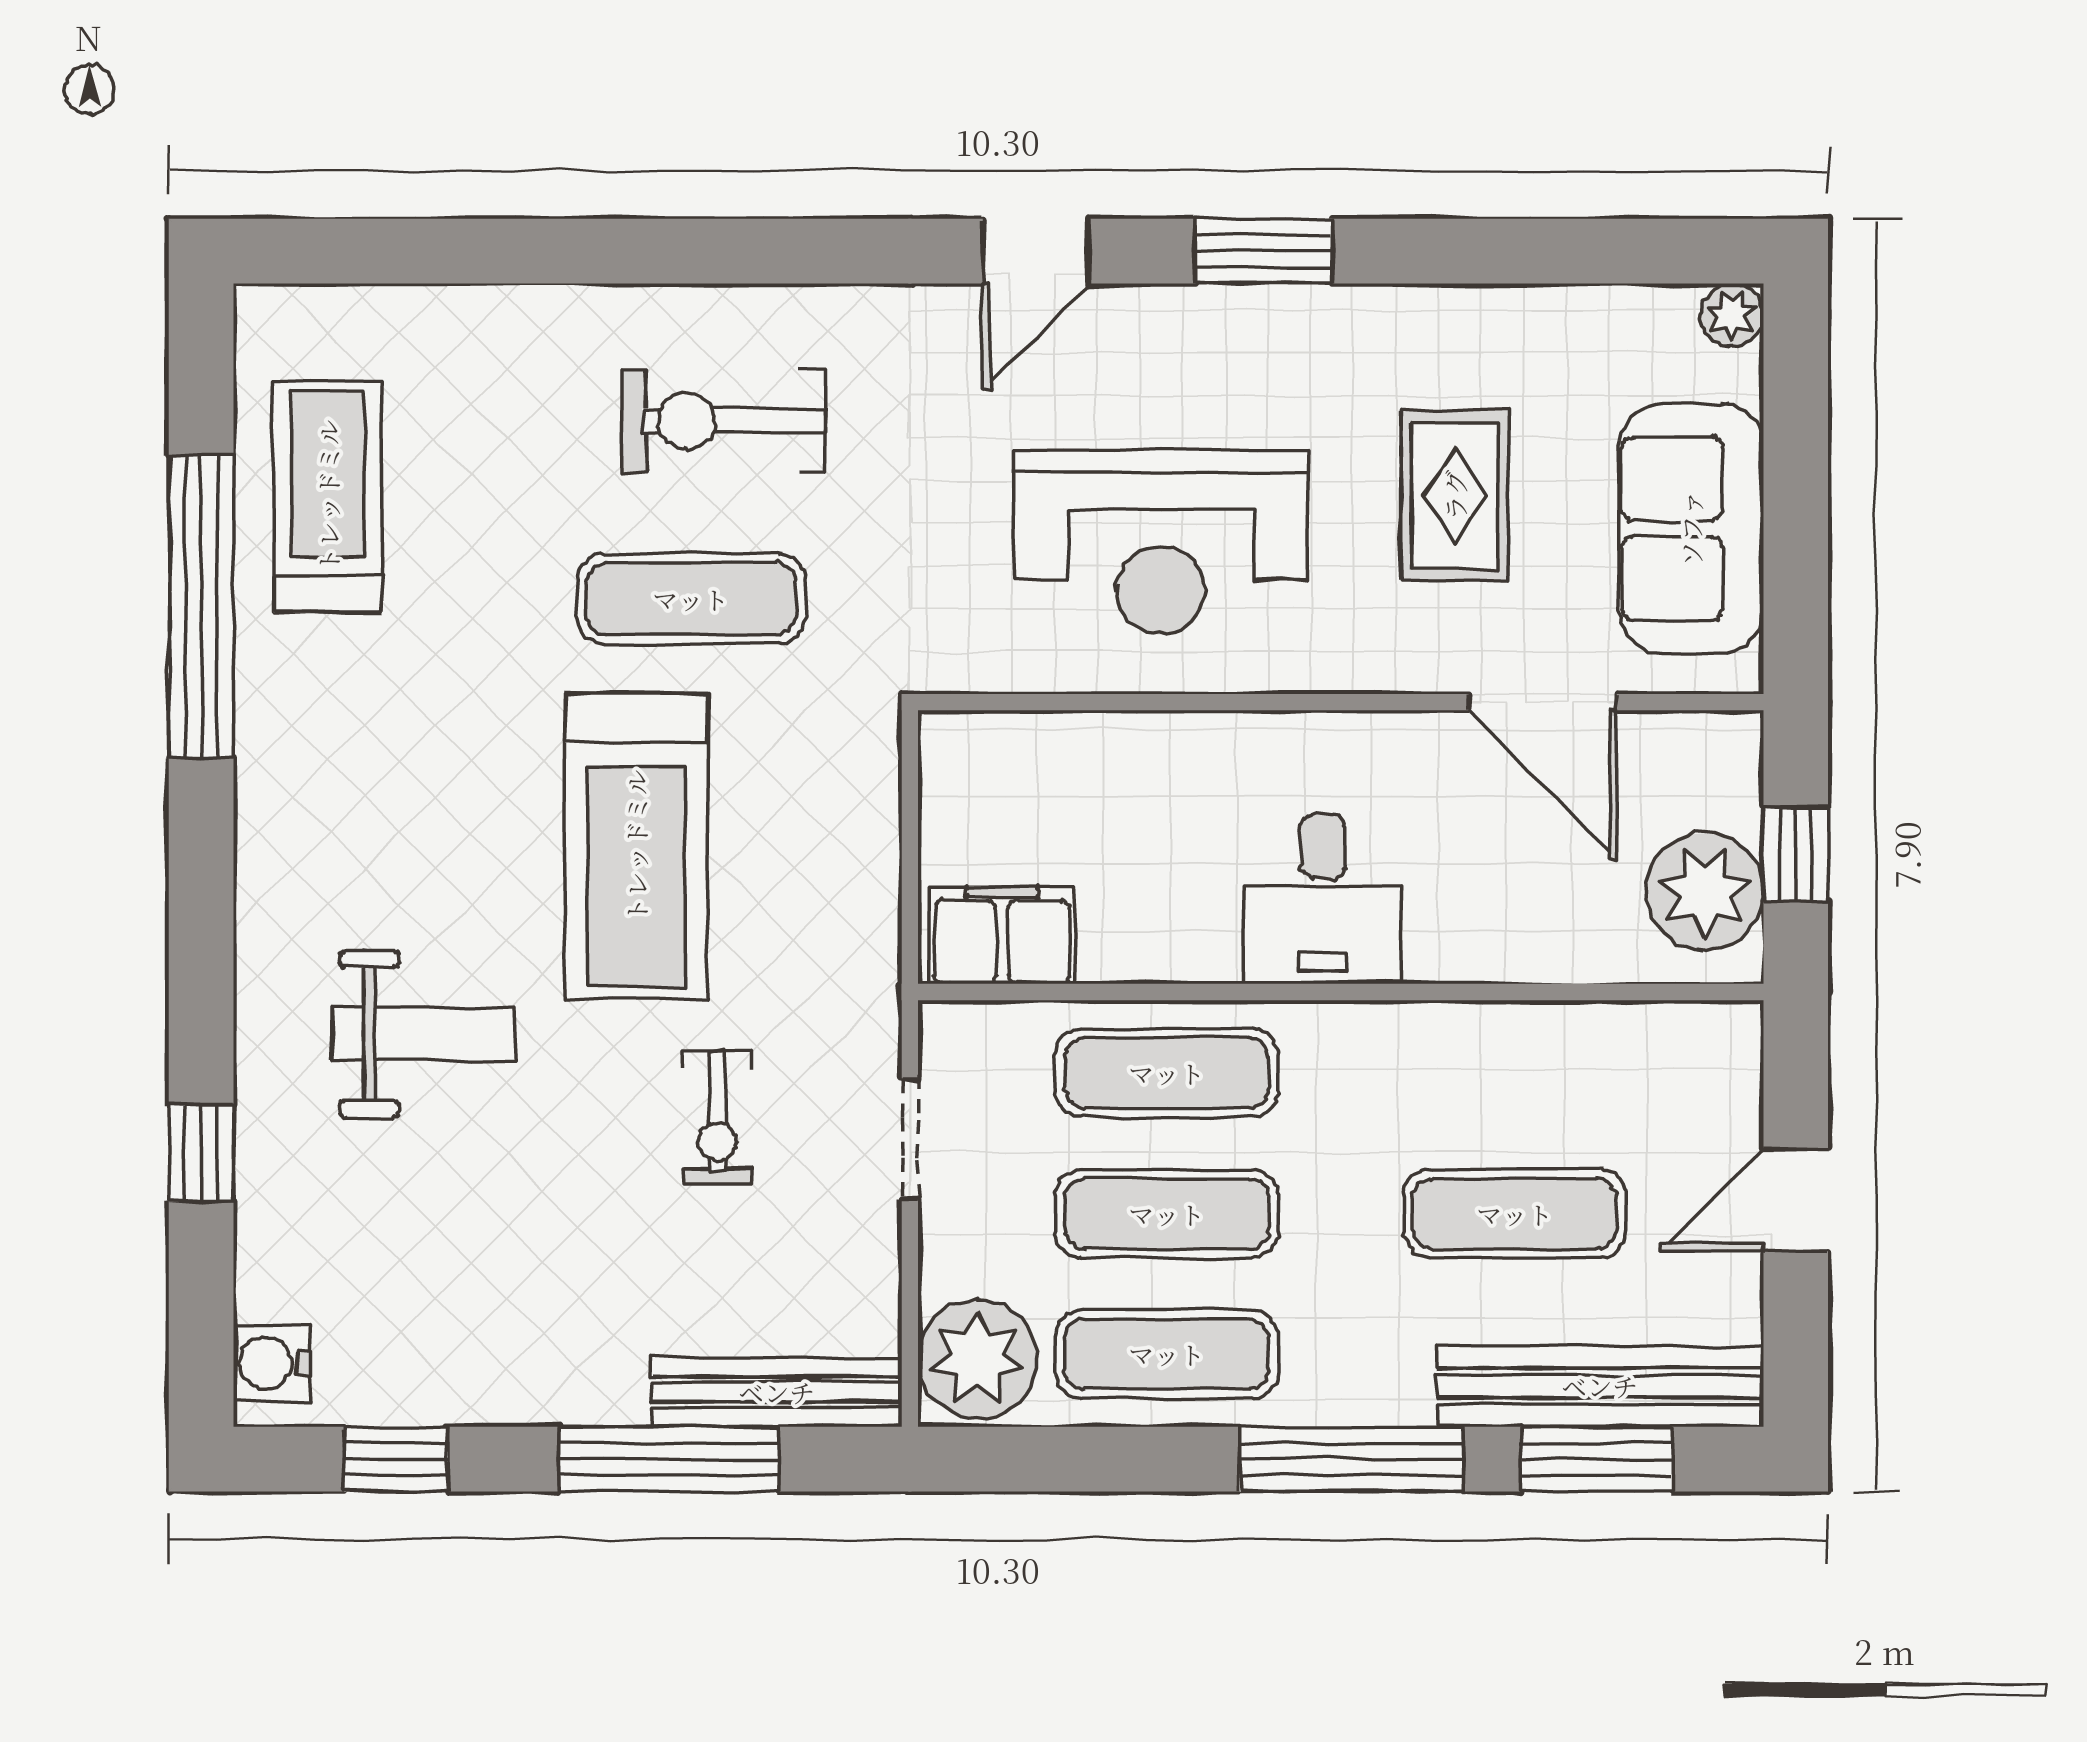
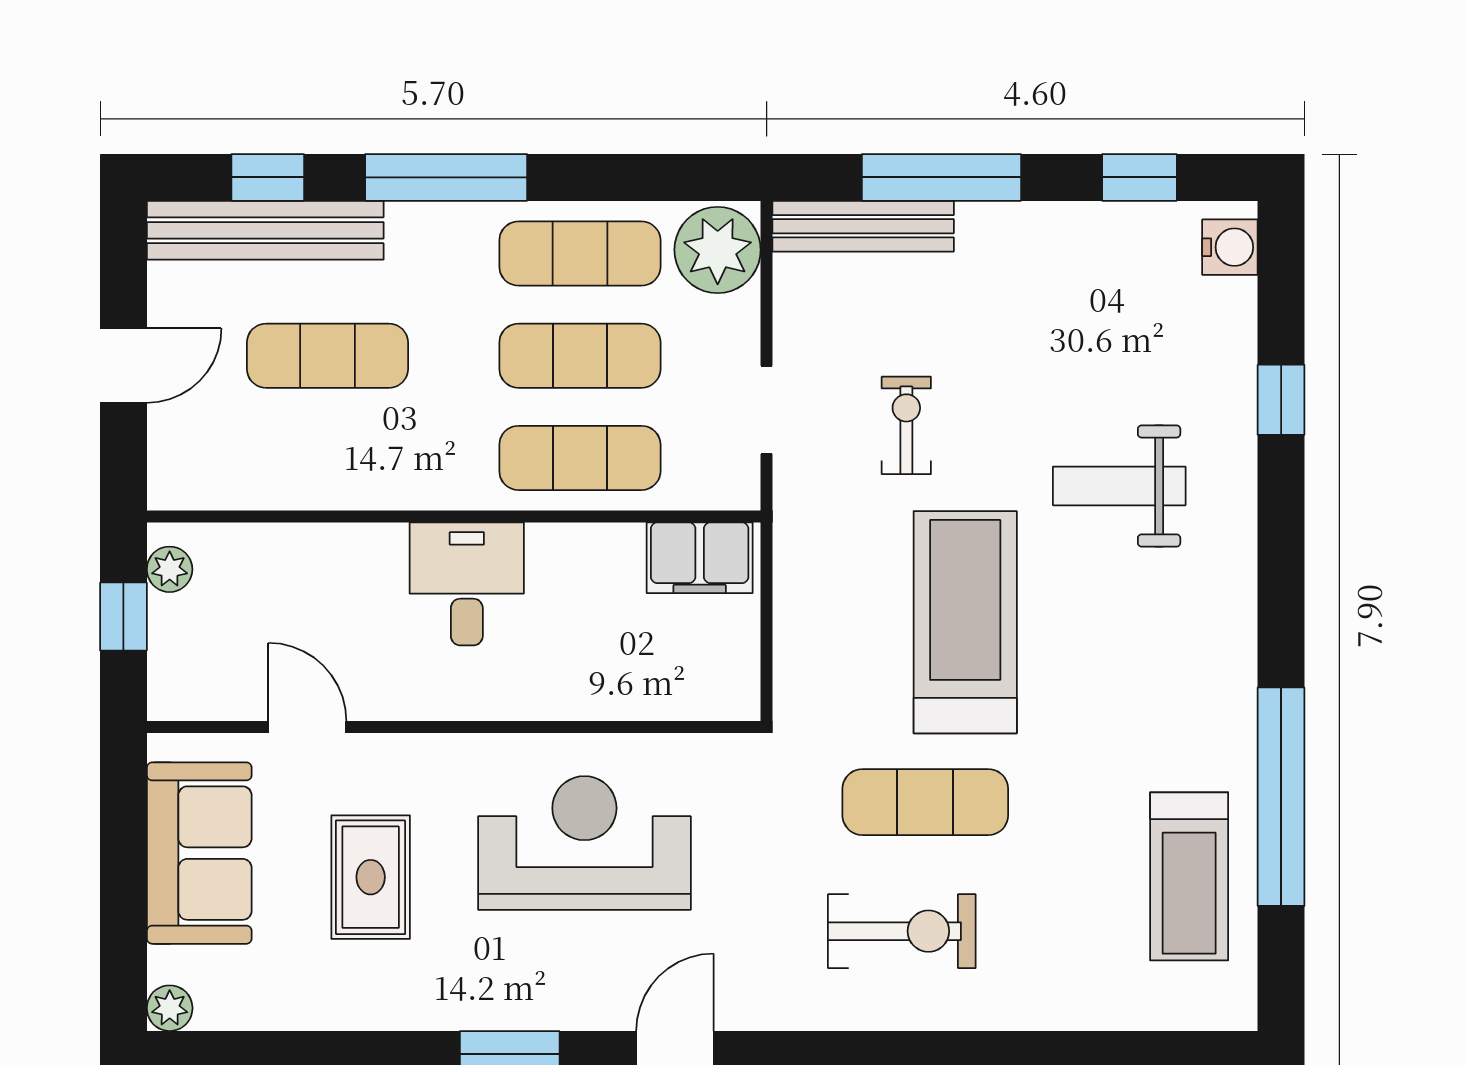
door: (1543, 702) -> (307, 727), width x0.73
plant: (1705, 892) -> (170, 569), width x0.53, depth x0.53
window: (1597, 1459) -> (268, 177), width x0.67

